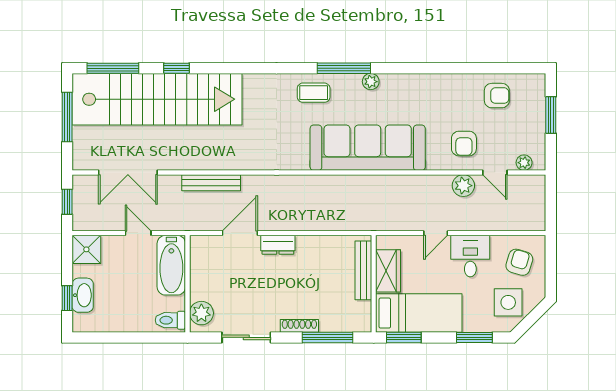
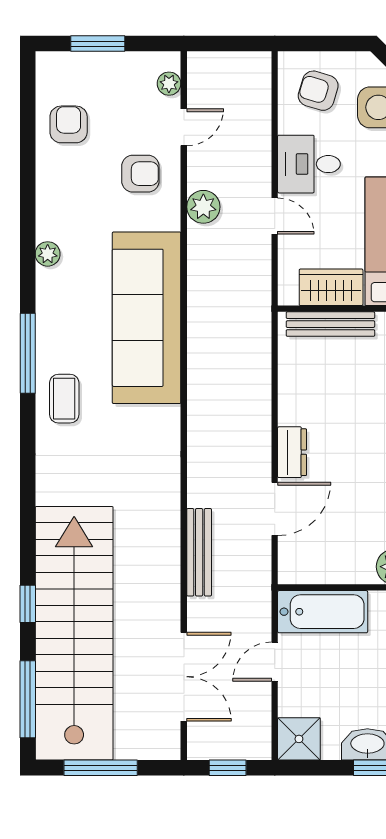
plant: (371, 82) -> (48, 254), moved
plant: (463, 186) -> (203, 207), moved
door: (240, 233) -> (275, 509), swing flipped

